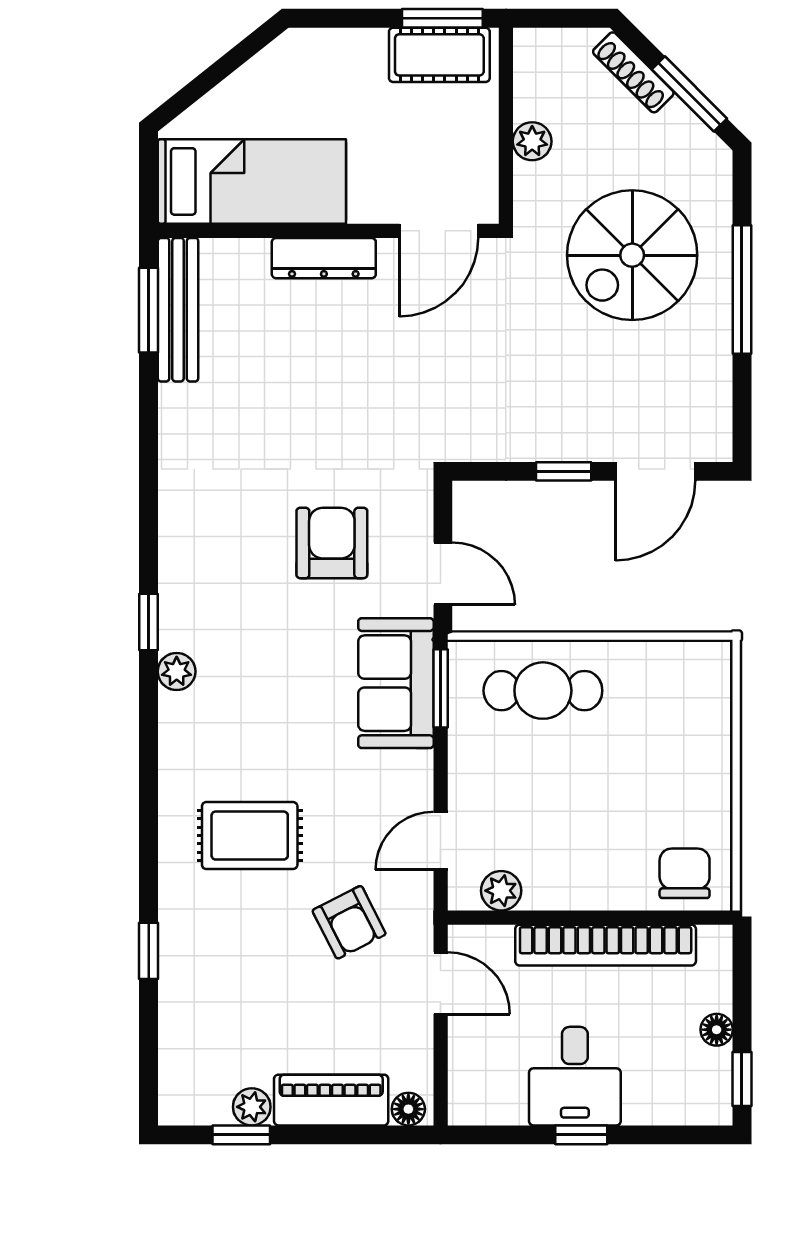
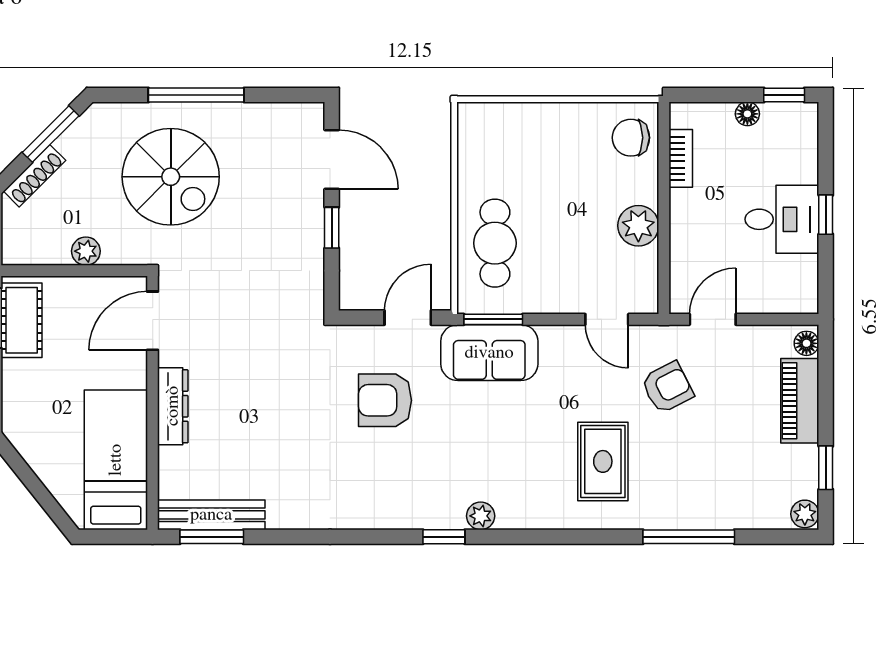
door: (439, 231) -> (153, 321), swing flipped
plant: (501, 891) -> (638, 226), moved, width x1.38, depth x1.38
bookcase: (606, 945) -> (681, 158), width x0.43, depth x0.76
window: (149, 951) -> (689, 537), width x2.17
plant: (252, 1107) -> (805, 514), moved

